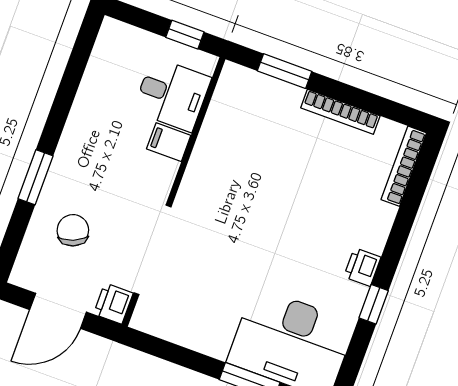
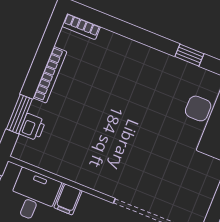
bookcase: (404, 166) -> (81, 27), width x0.64
printer: (362, 267) -> (32, 127), moved, turned -90

